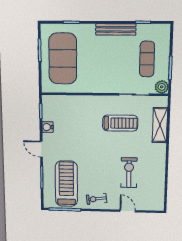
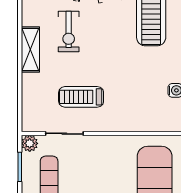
shelving: (160, 125) -> (30, 50), moved

